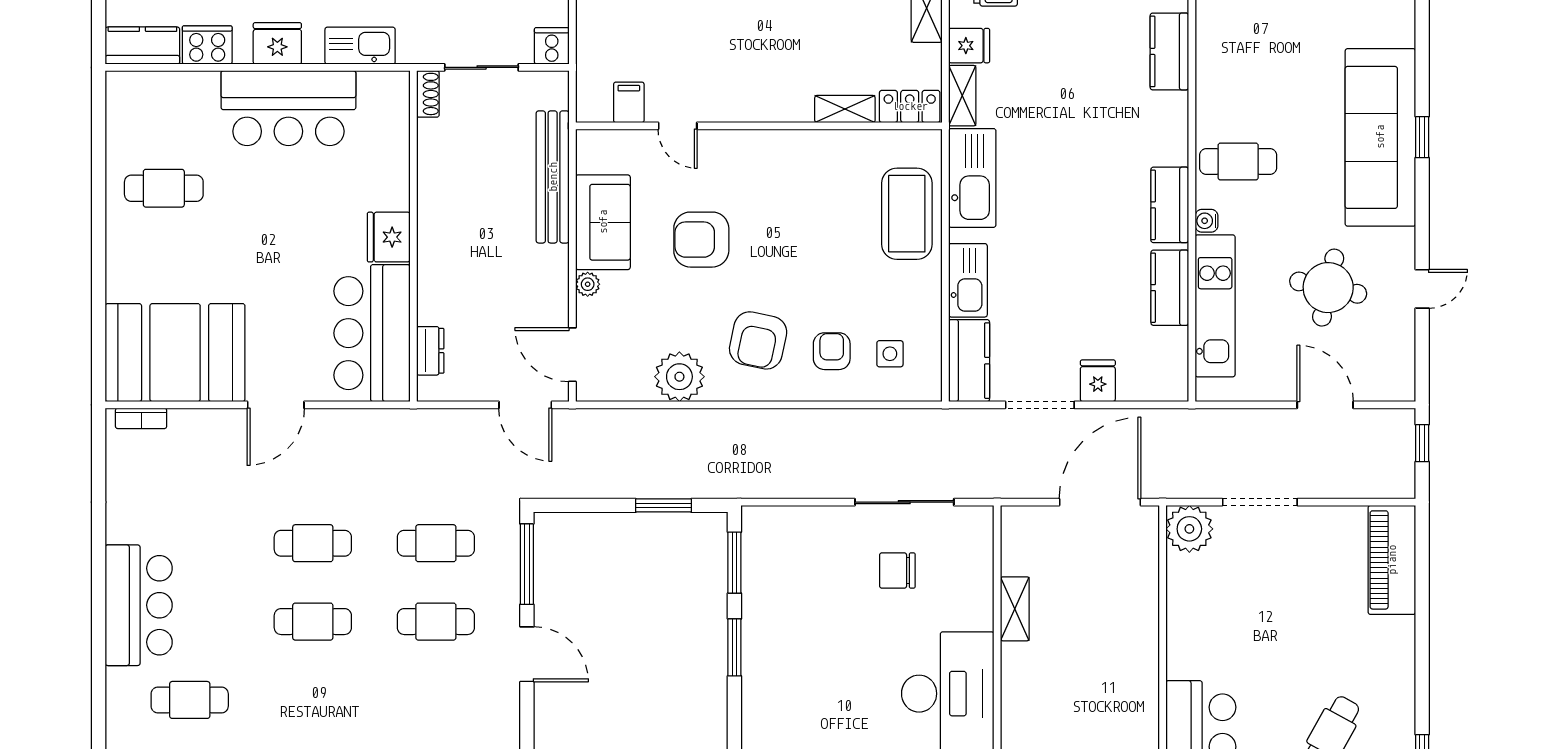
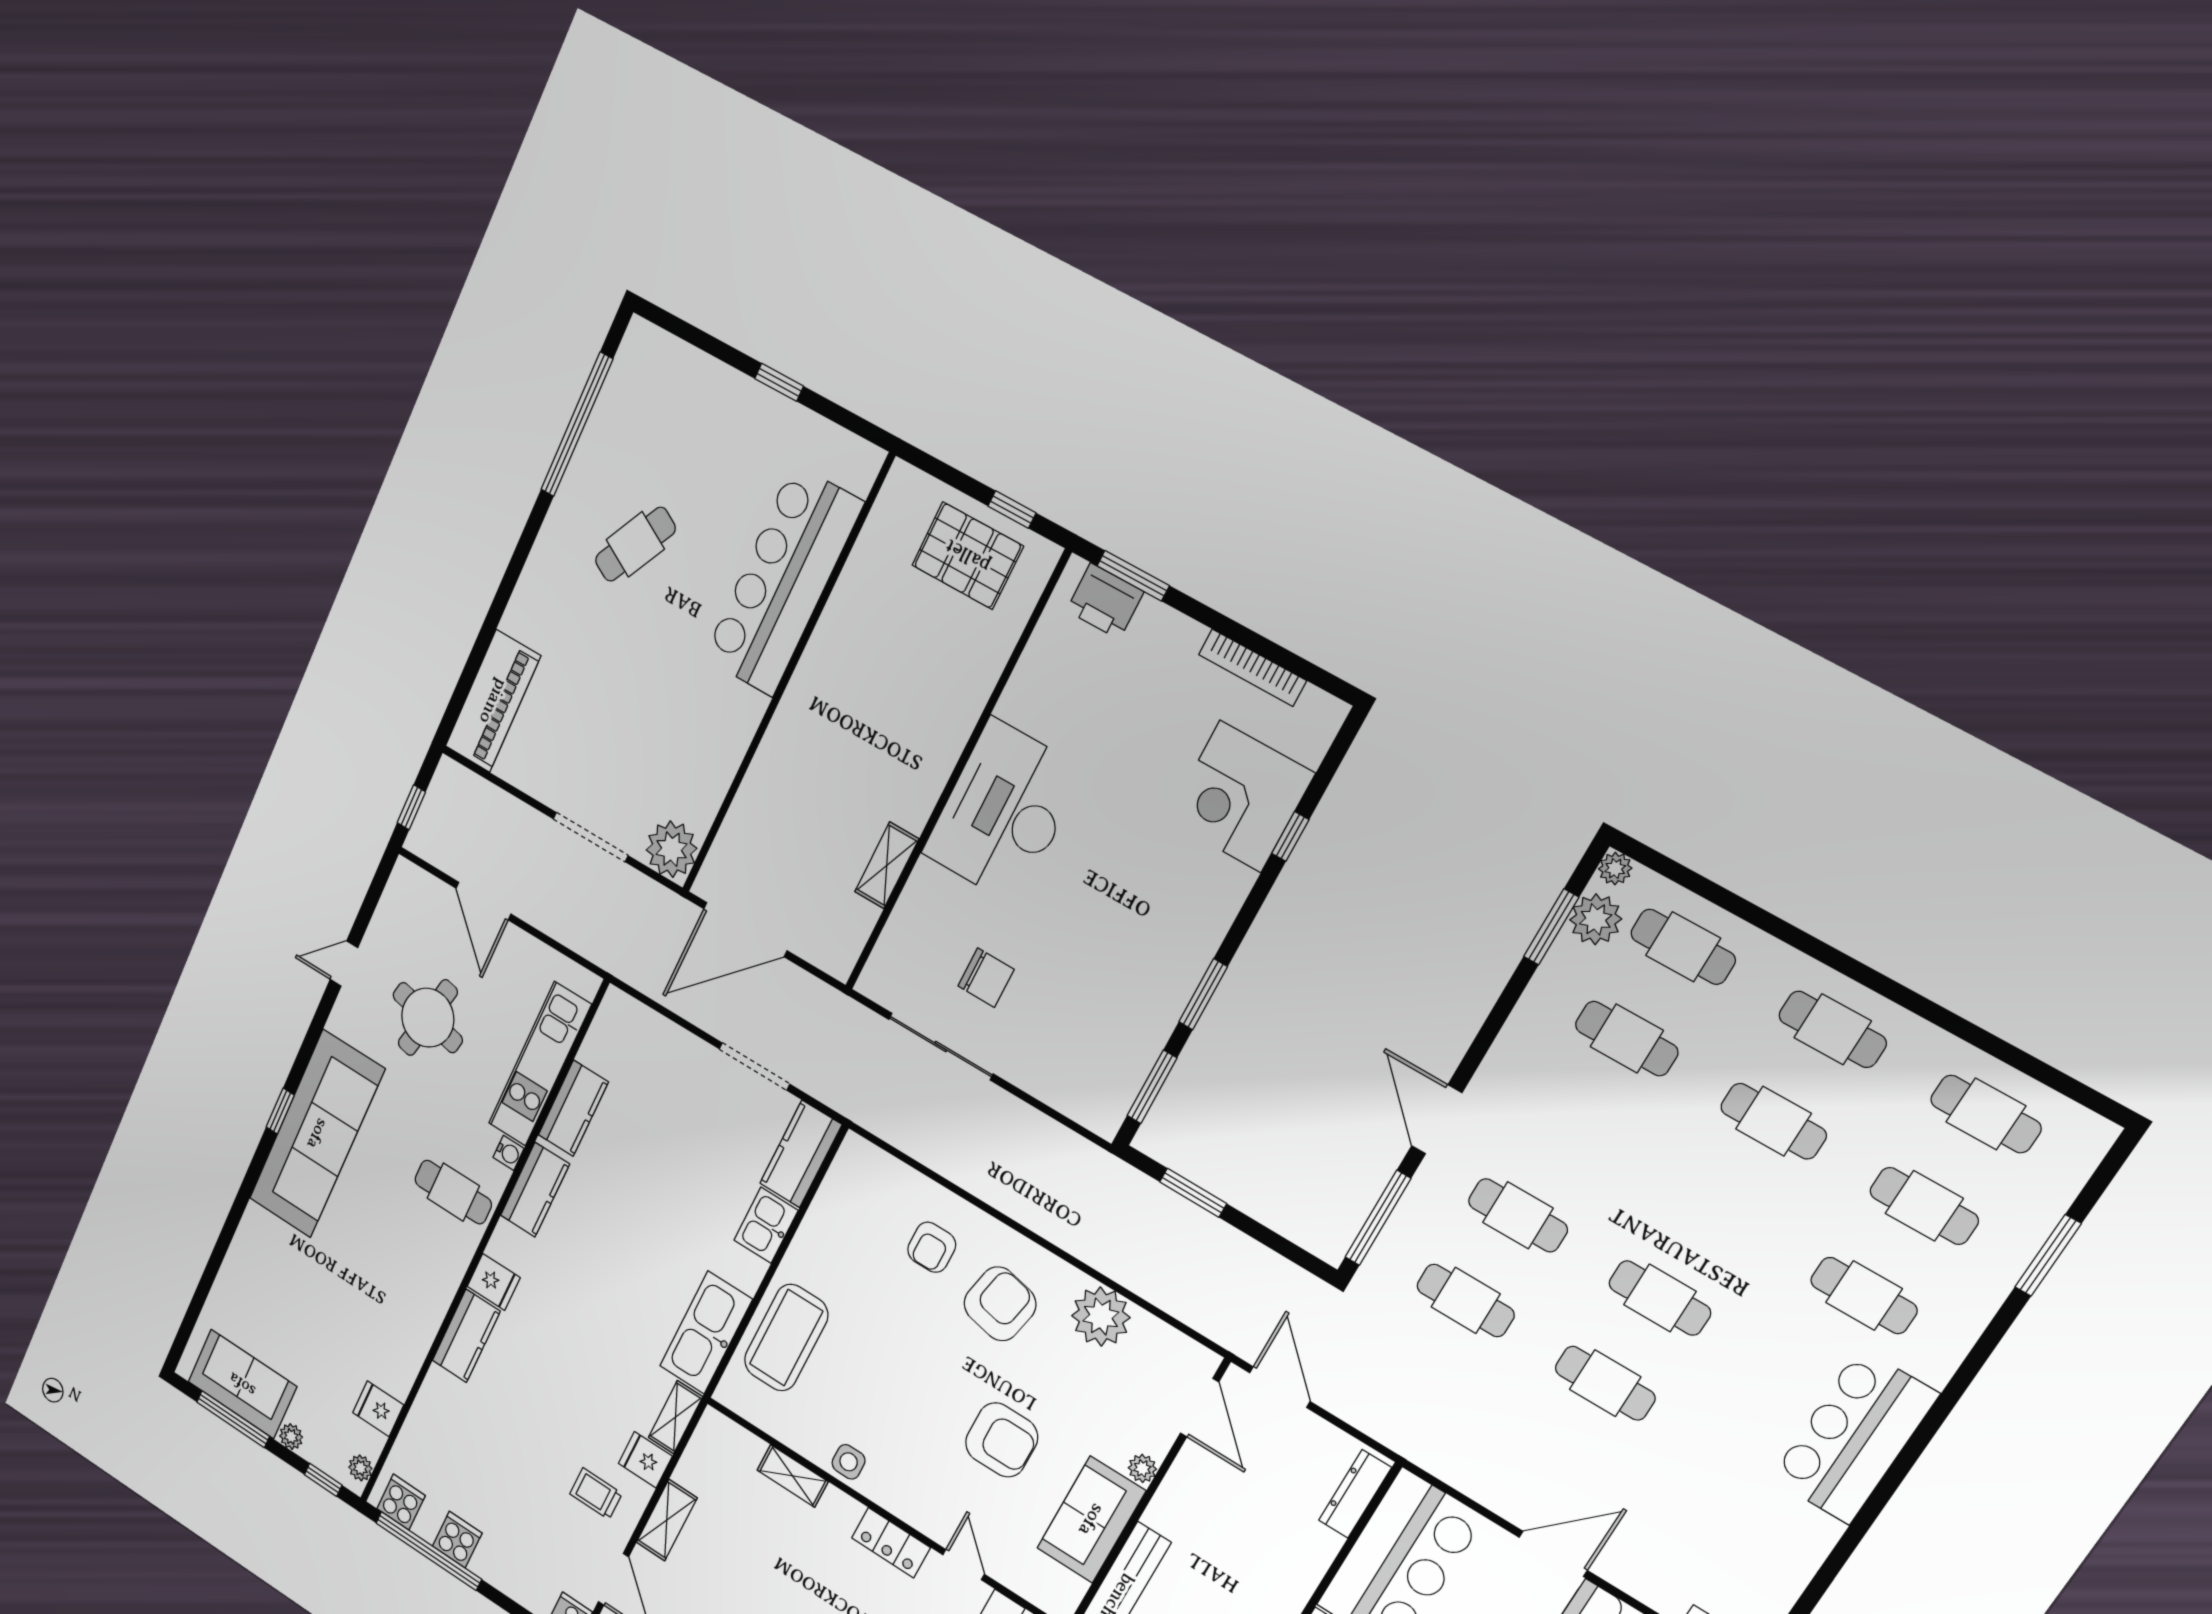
locker: (910, 106) -> (891, 1543), moved
kitchen sink: (968, 280) -> (766, 1225), width x0.73
dresser: (430, 351) -> (1355, 1494), width x1.44
side table: (890, 354) -> (849, 1462), moved
fridge: (1098, 381) -> (494, 1282), moved, turned -90

